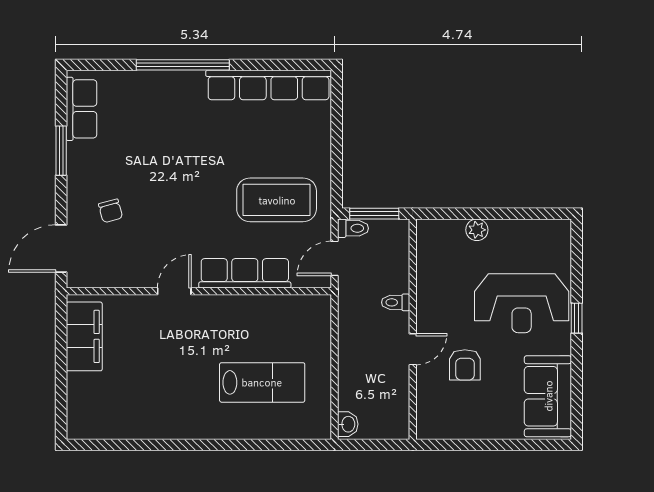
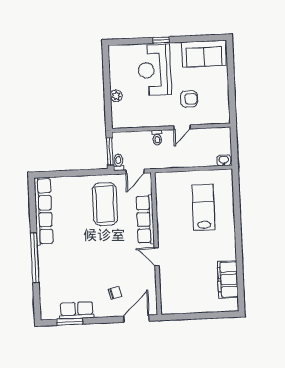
row of seats: (81, 109) -> (77, 310), moved
window: (61, 151) -> (70, 322), moved
door: (61, 249) -> (136, 319), swing flipped
door: (334, 258) -> (135, 172), hinge flipped
reception desk: (522, 303) -> (154, 70), turned 180
filing cabinet: (84, 336) -> (228, 279), moved, turned -90
door: (413, 349) -> (182, 127), swing flipped

